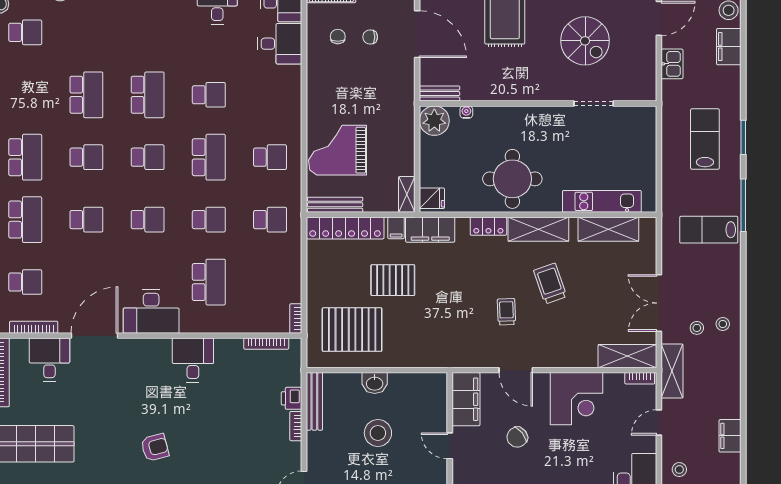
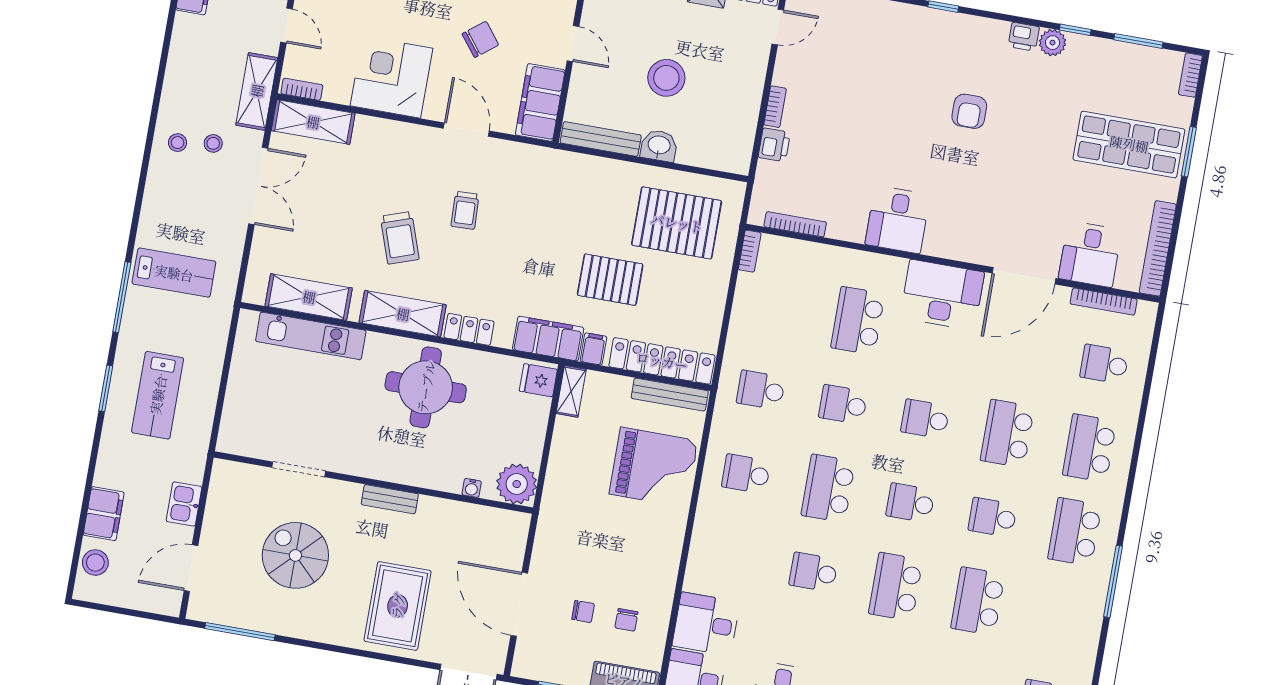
bench: (440, 94) -> (390, 499), moved
school desk: (86, 220) -> (1007, 433), width x1.85
bench: (314, 401) -> (601, 139), moved, turned 90
door: (659, 422) -> (287, 26), hinge flipped
armchair: (155, 447) -> (969, 111), turned -75

